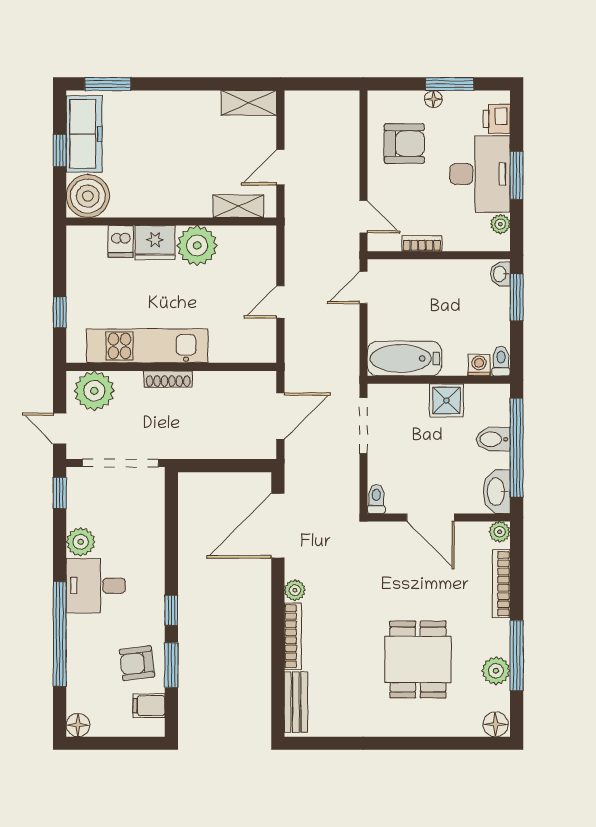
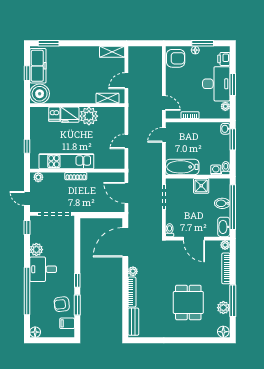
armchair: (404, 144) -> (176, 58), moved
plant: (94, 391) -> (38, 177), width x0.53, depth x0.53
door: (280, 416) -> (126, 193), swing flipped

